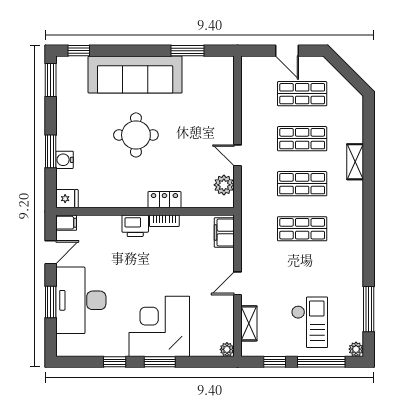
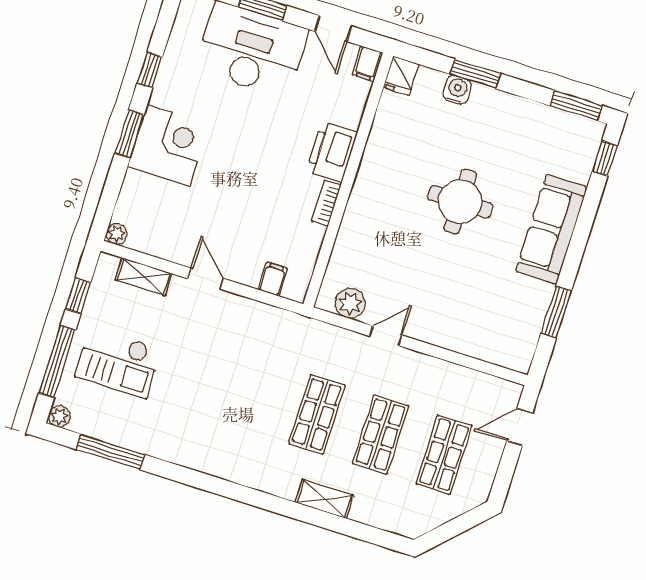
door: (287, 51) -> (520, 427), moved
sofa: (135, 75) -> (551, 229), width x0.74, depth x0.79
locker: (164, 200) -> (356, 213), removed
printer: (135, 226) -> (332, 152), width x1.37, depth x1.19
shop shelf: (302, 229) -> (253, 394), removed
filing cabinet: (224, 232) -> (273, 279), width x0.50
corner desk: (159, 326) -> (168, 145), width x0.74, depth x0.74

